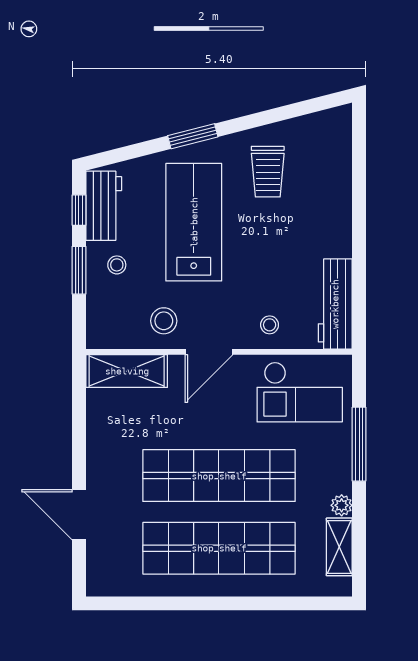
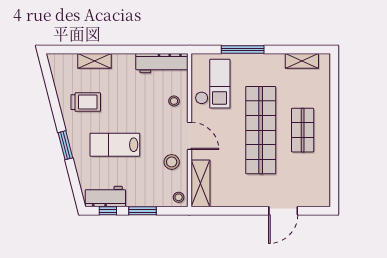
shelving: (339, 187) -> (94, 61), added
lab bench: (194, 222) -> (115, 145), width x0.73, depth x0.72
stool: (117, 265) -> (179, 197), moved
plant: (342, 505) -> (278, 60), removed
shop shelf: (219, 548) -> (303, 130), width x0.50, depth x0.74

